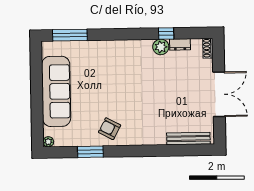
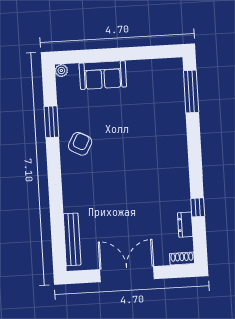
plant: (161, 47) -> (181, 202), removed
sofa: (56, 91) -> (103, 75), width x0.54, depth x0.79
double door: (219, 94) -> (127, 274), swing flipped

